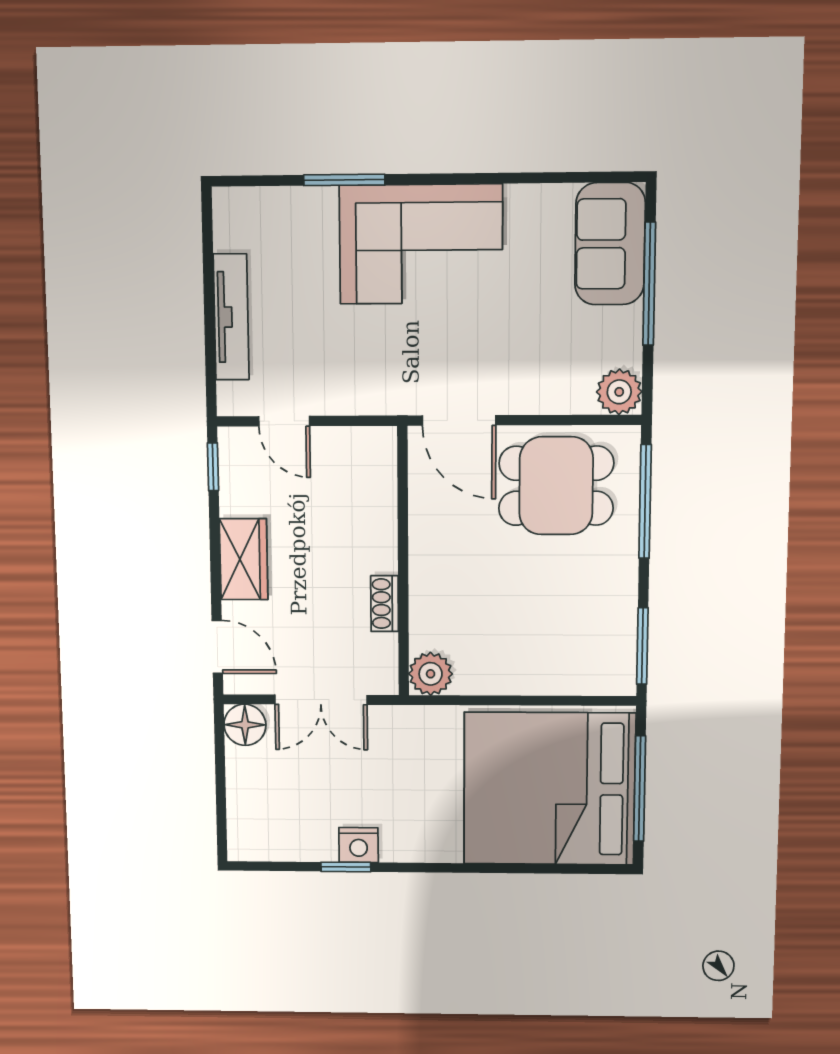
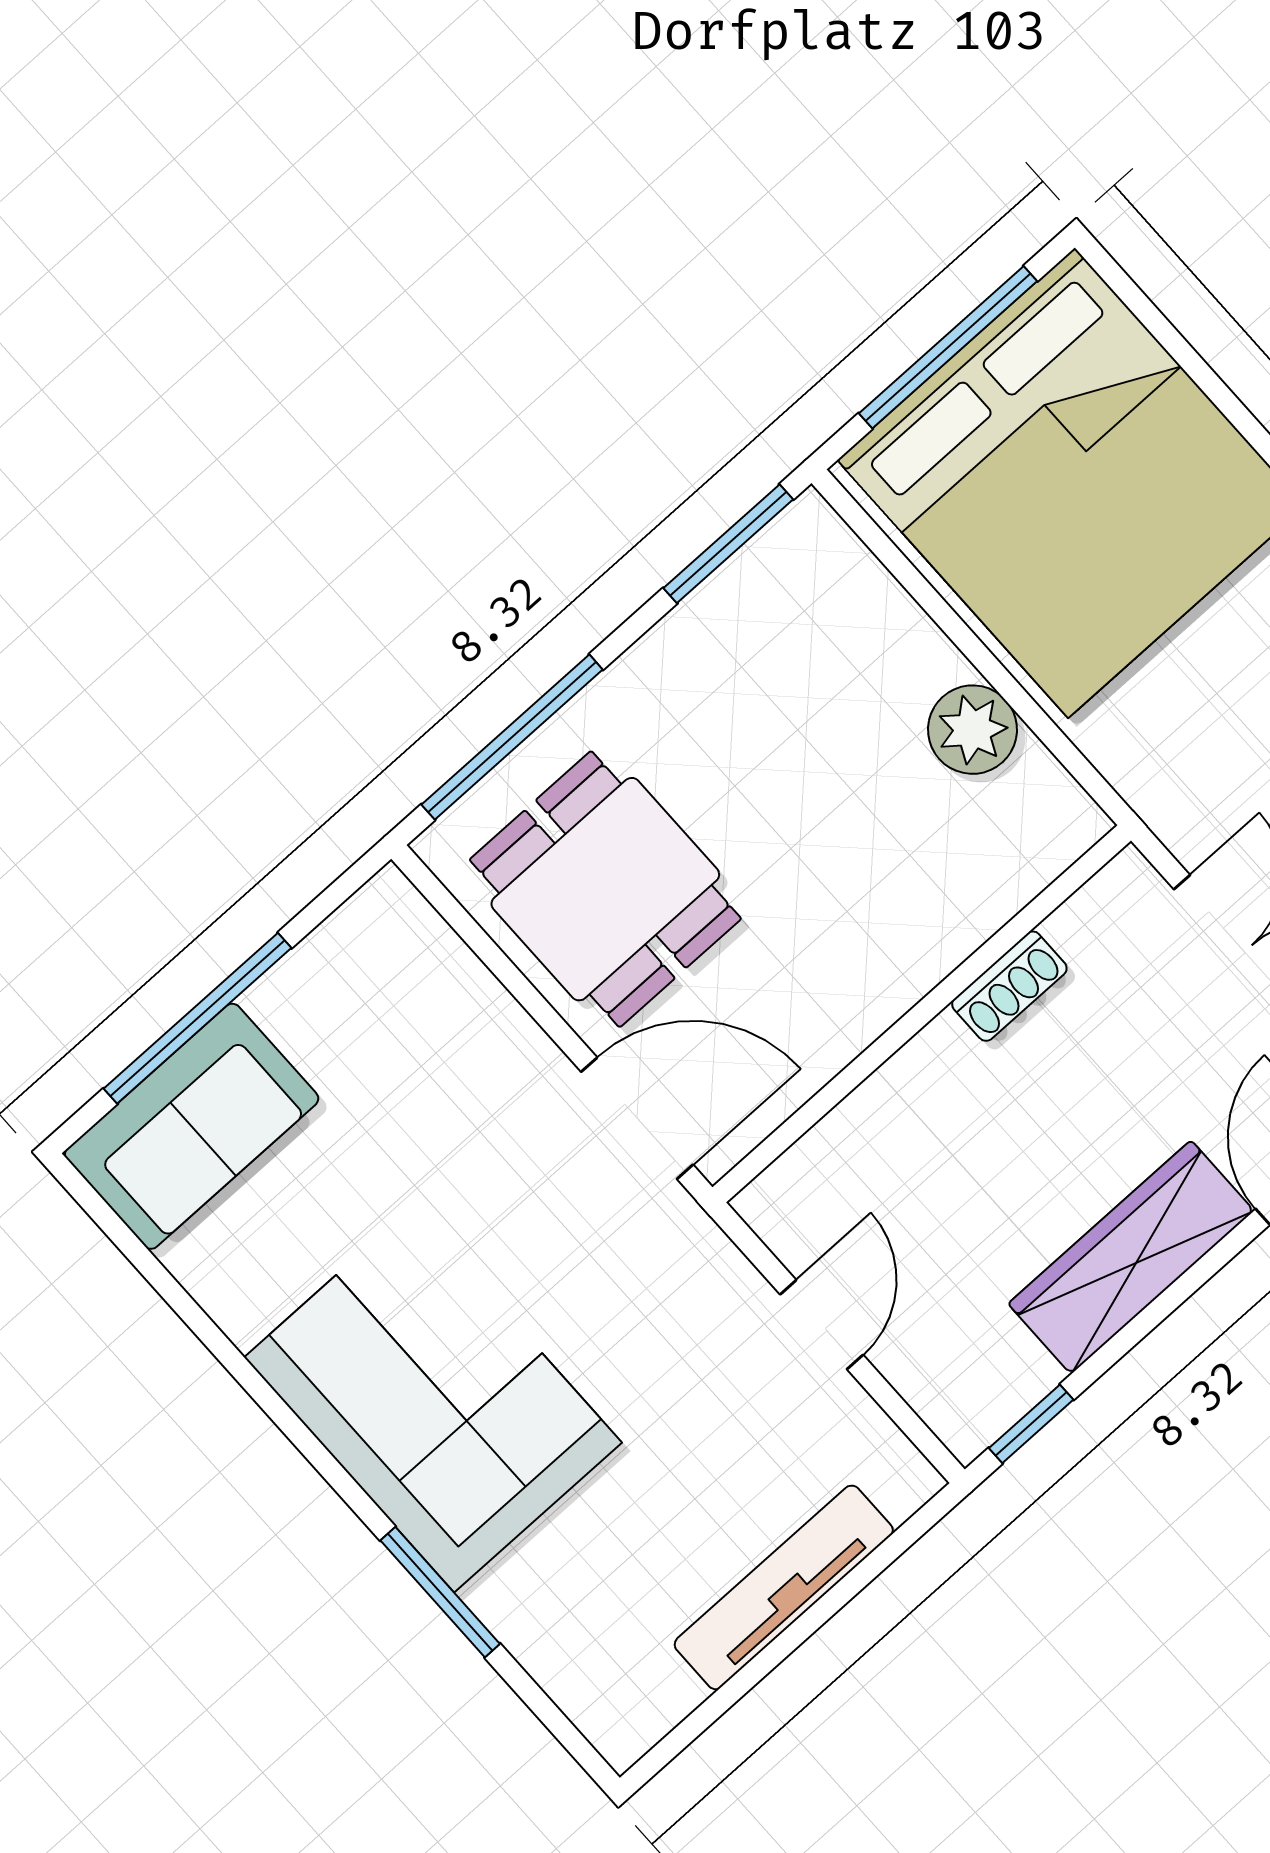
plant: (619, 392) -> (388, 921), removed
door: (459, 420) -> (637, 1118), hinge flipped
door: (284, 421) -> (822, 1325), moved
wardrobe: (244, 559) -> (1131, 1257), width x1.50
plant: (431, 674) -> (973, 730), moved

